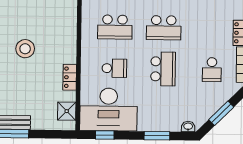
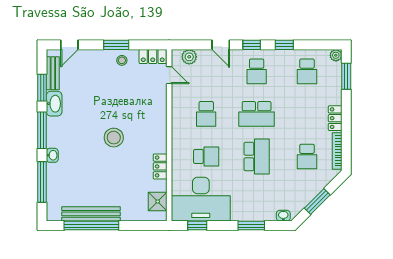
school desk: (115, 27) -> (206, 114), width x0.54

